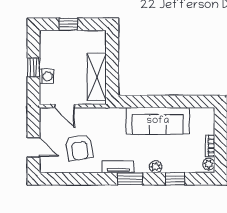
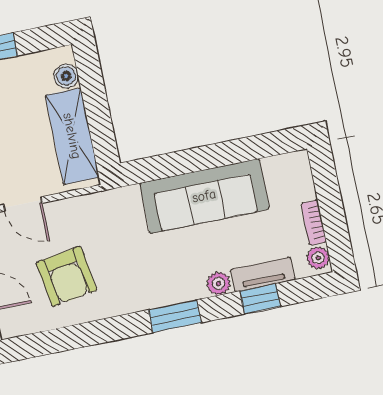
boiler: (100, 46) -> (66, 76), added
tv unit: (118, 167) -> (263, 275), moved

